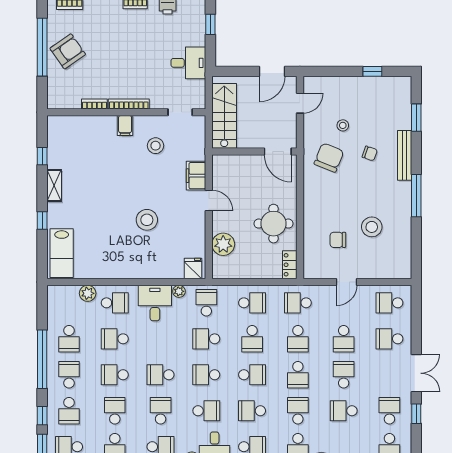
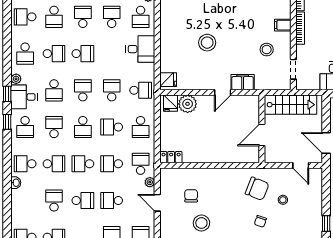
door: (278, 152) -> (262, 135), moved
round table: (274, 224) -> (204, 144), removed
fridge: (222, 265) -> (171, 103), added
plant: (179, 291) -> (150, 182), moved
school desk: (161, 375) -> (83, 54), turned 90
school desk: (115, 411) -> (54, 17), turned 90

